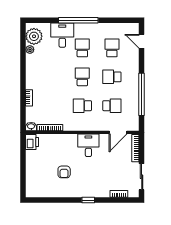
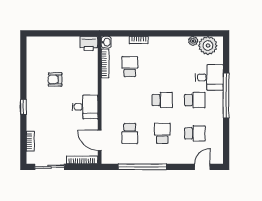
school desk: (82, 106) -> (130, 67), moved

